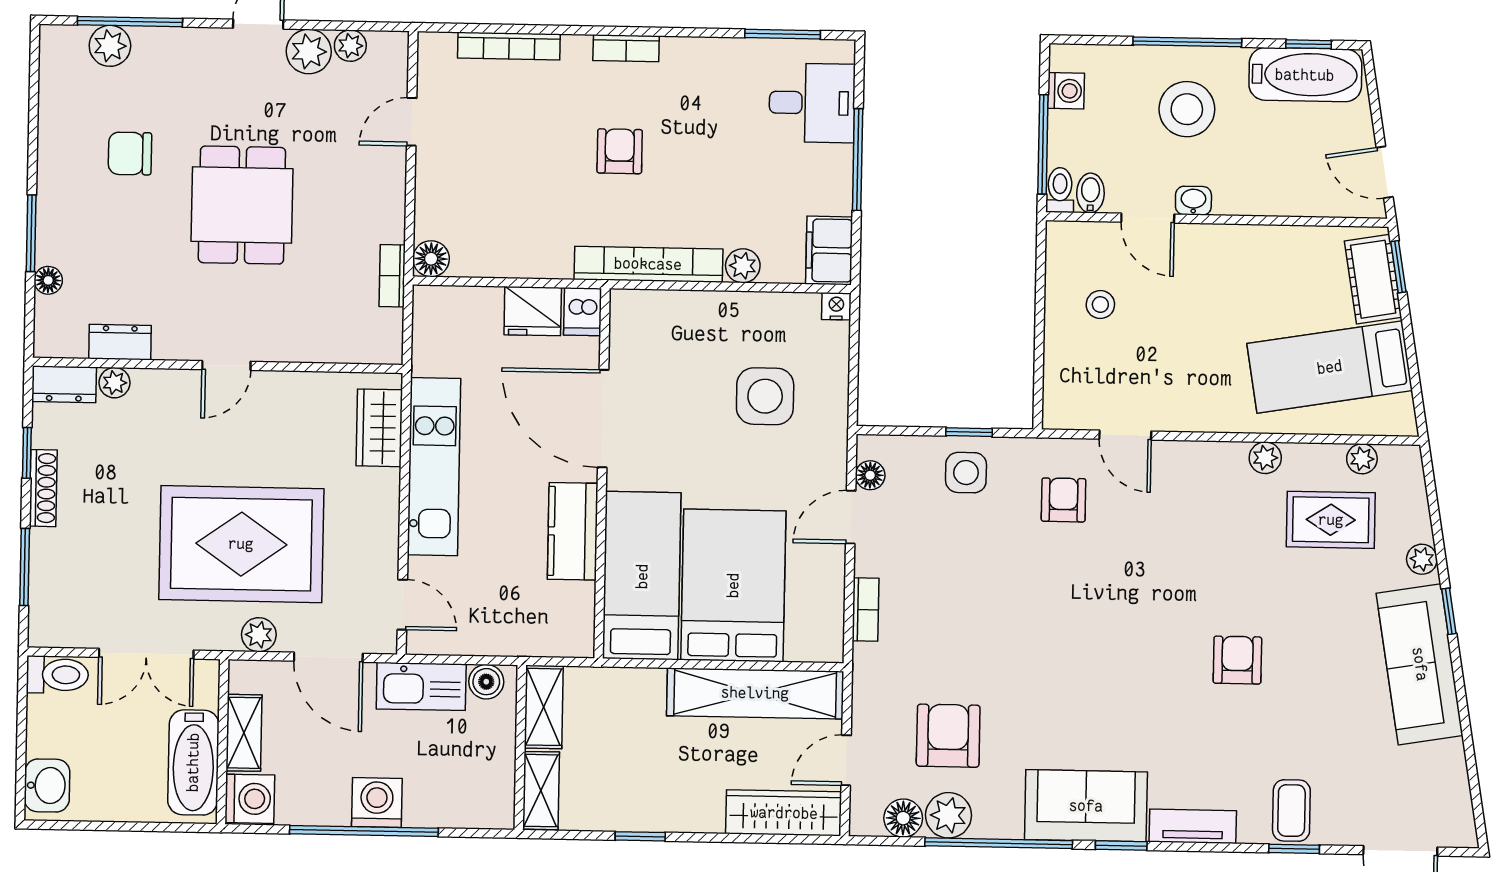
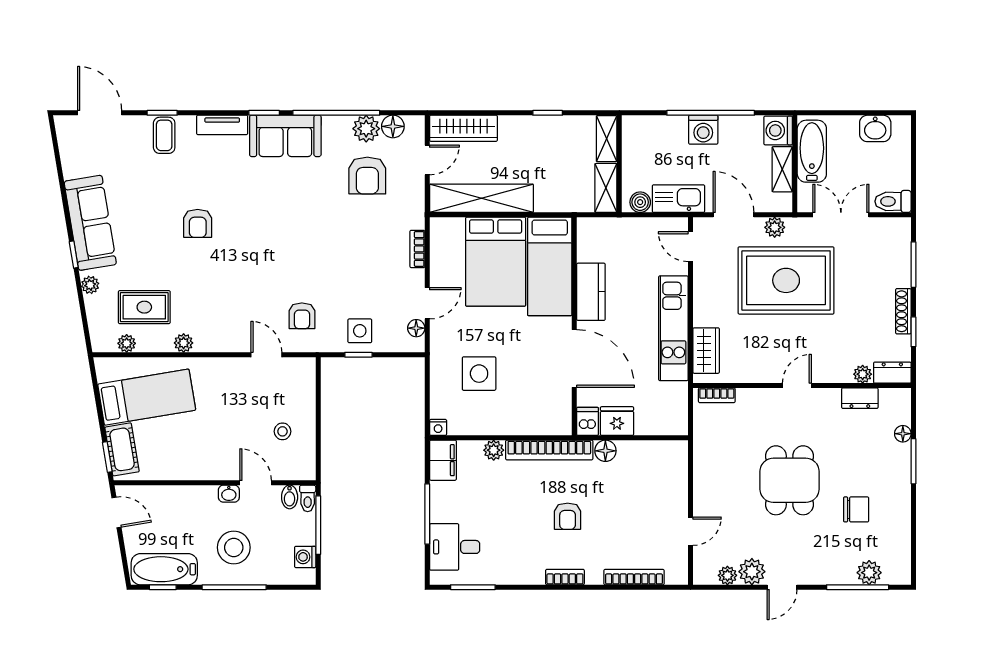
floor lamp: (431, 259) -> (605, 451), moved
bookcase: (392, 276) -> (717, 395), moved, turned 90
washbasin: (47, 785) -> (875, 128), moved, turned -90

